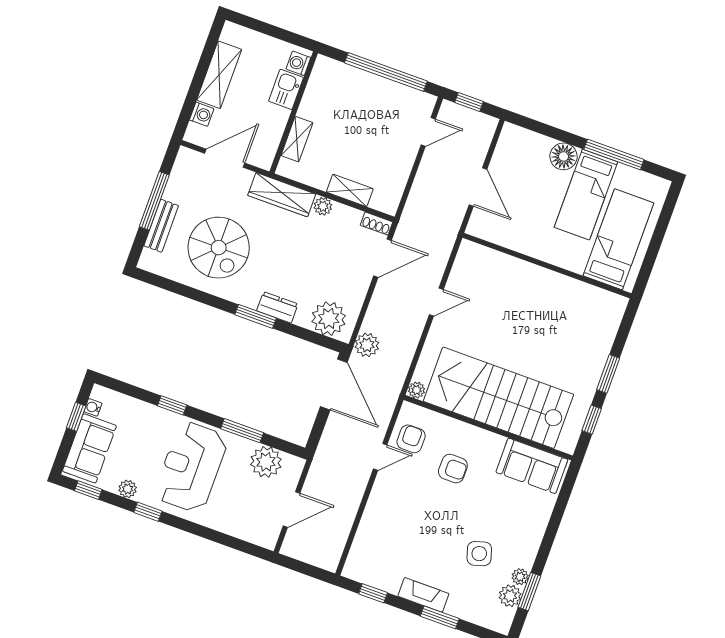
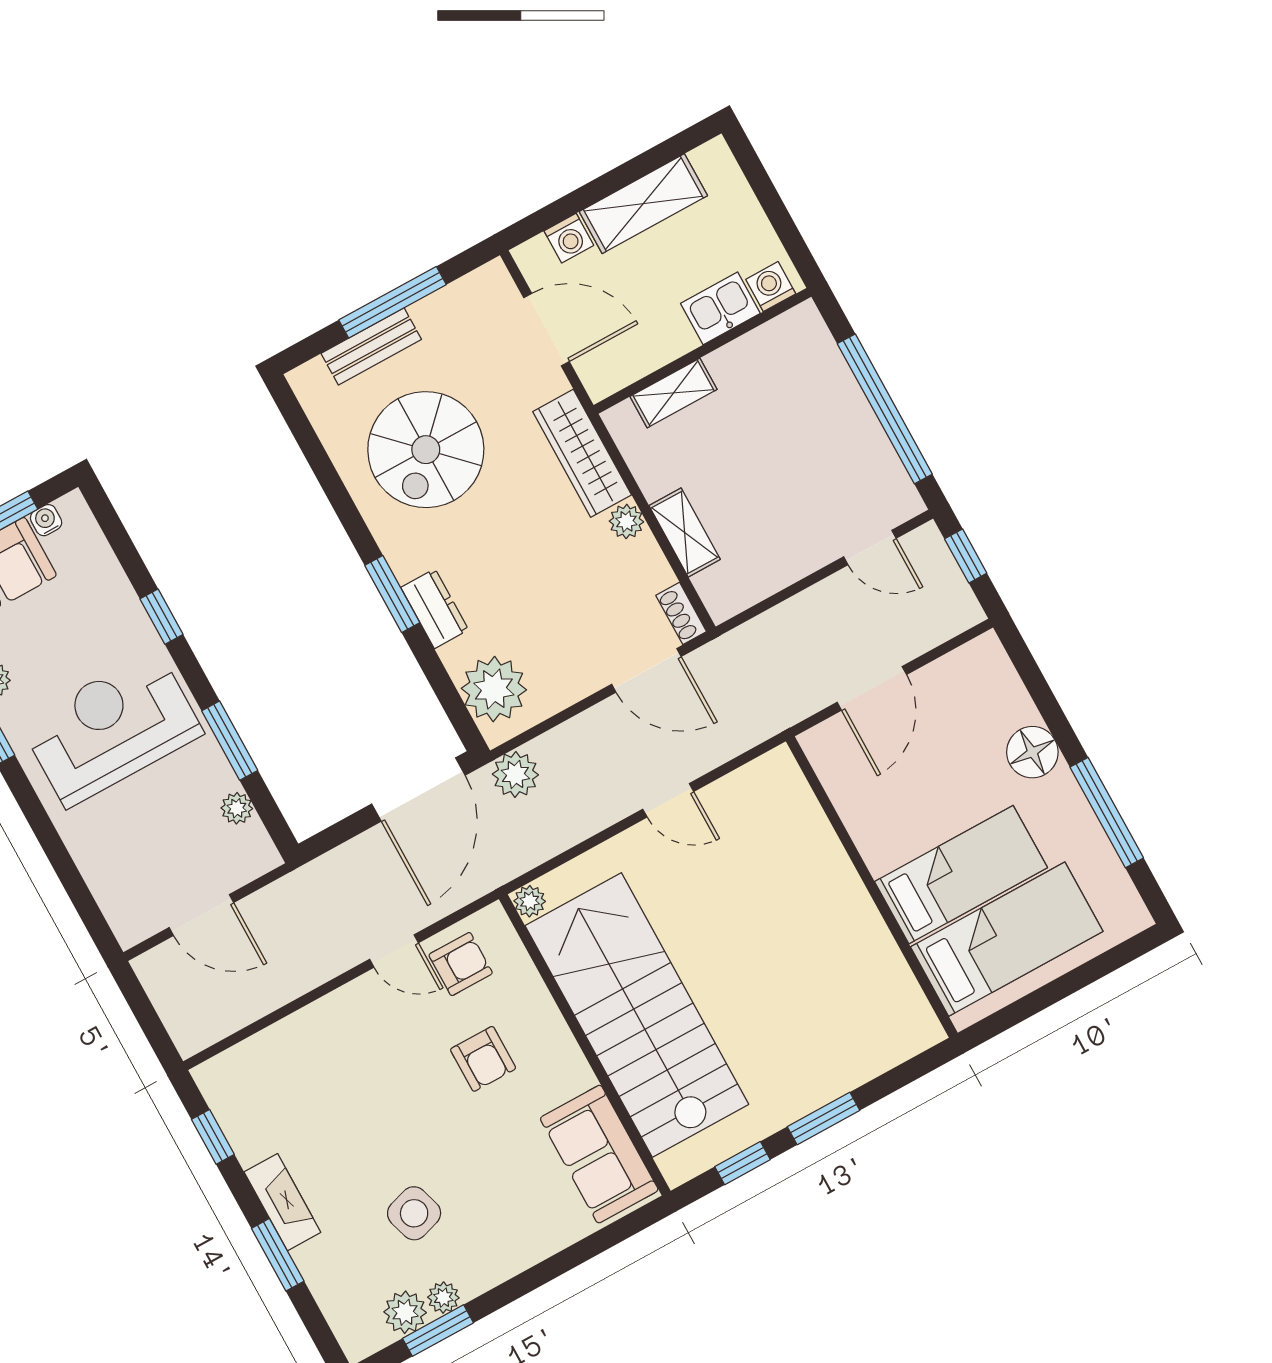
bed: (586, 195) -> (961, 875), moved, turned 180
plant: (266, 462) -> (237, 808), width x0.53, depth x0.53

